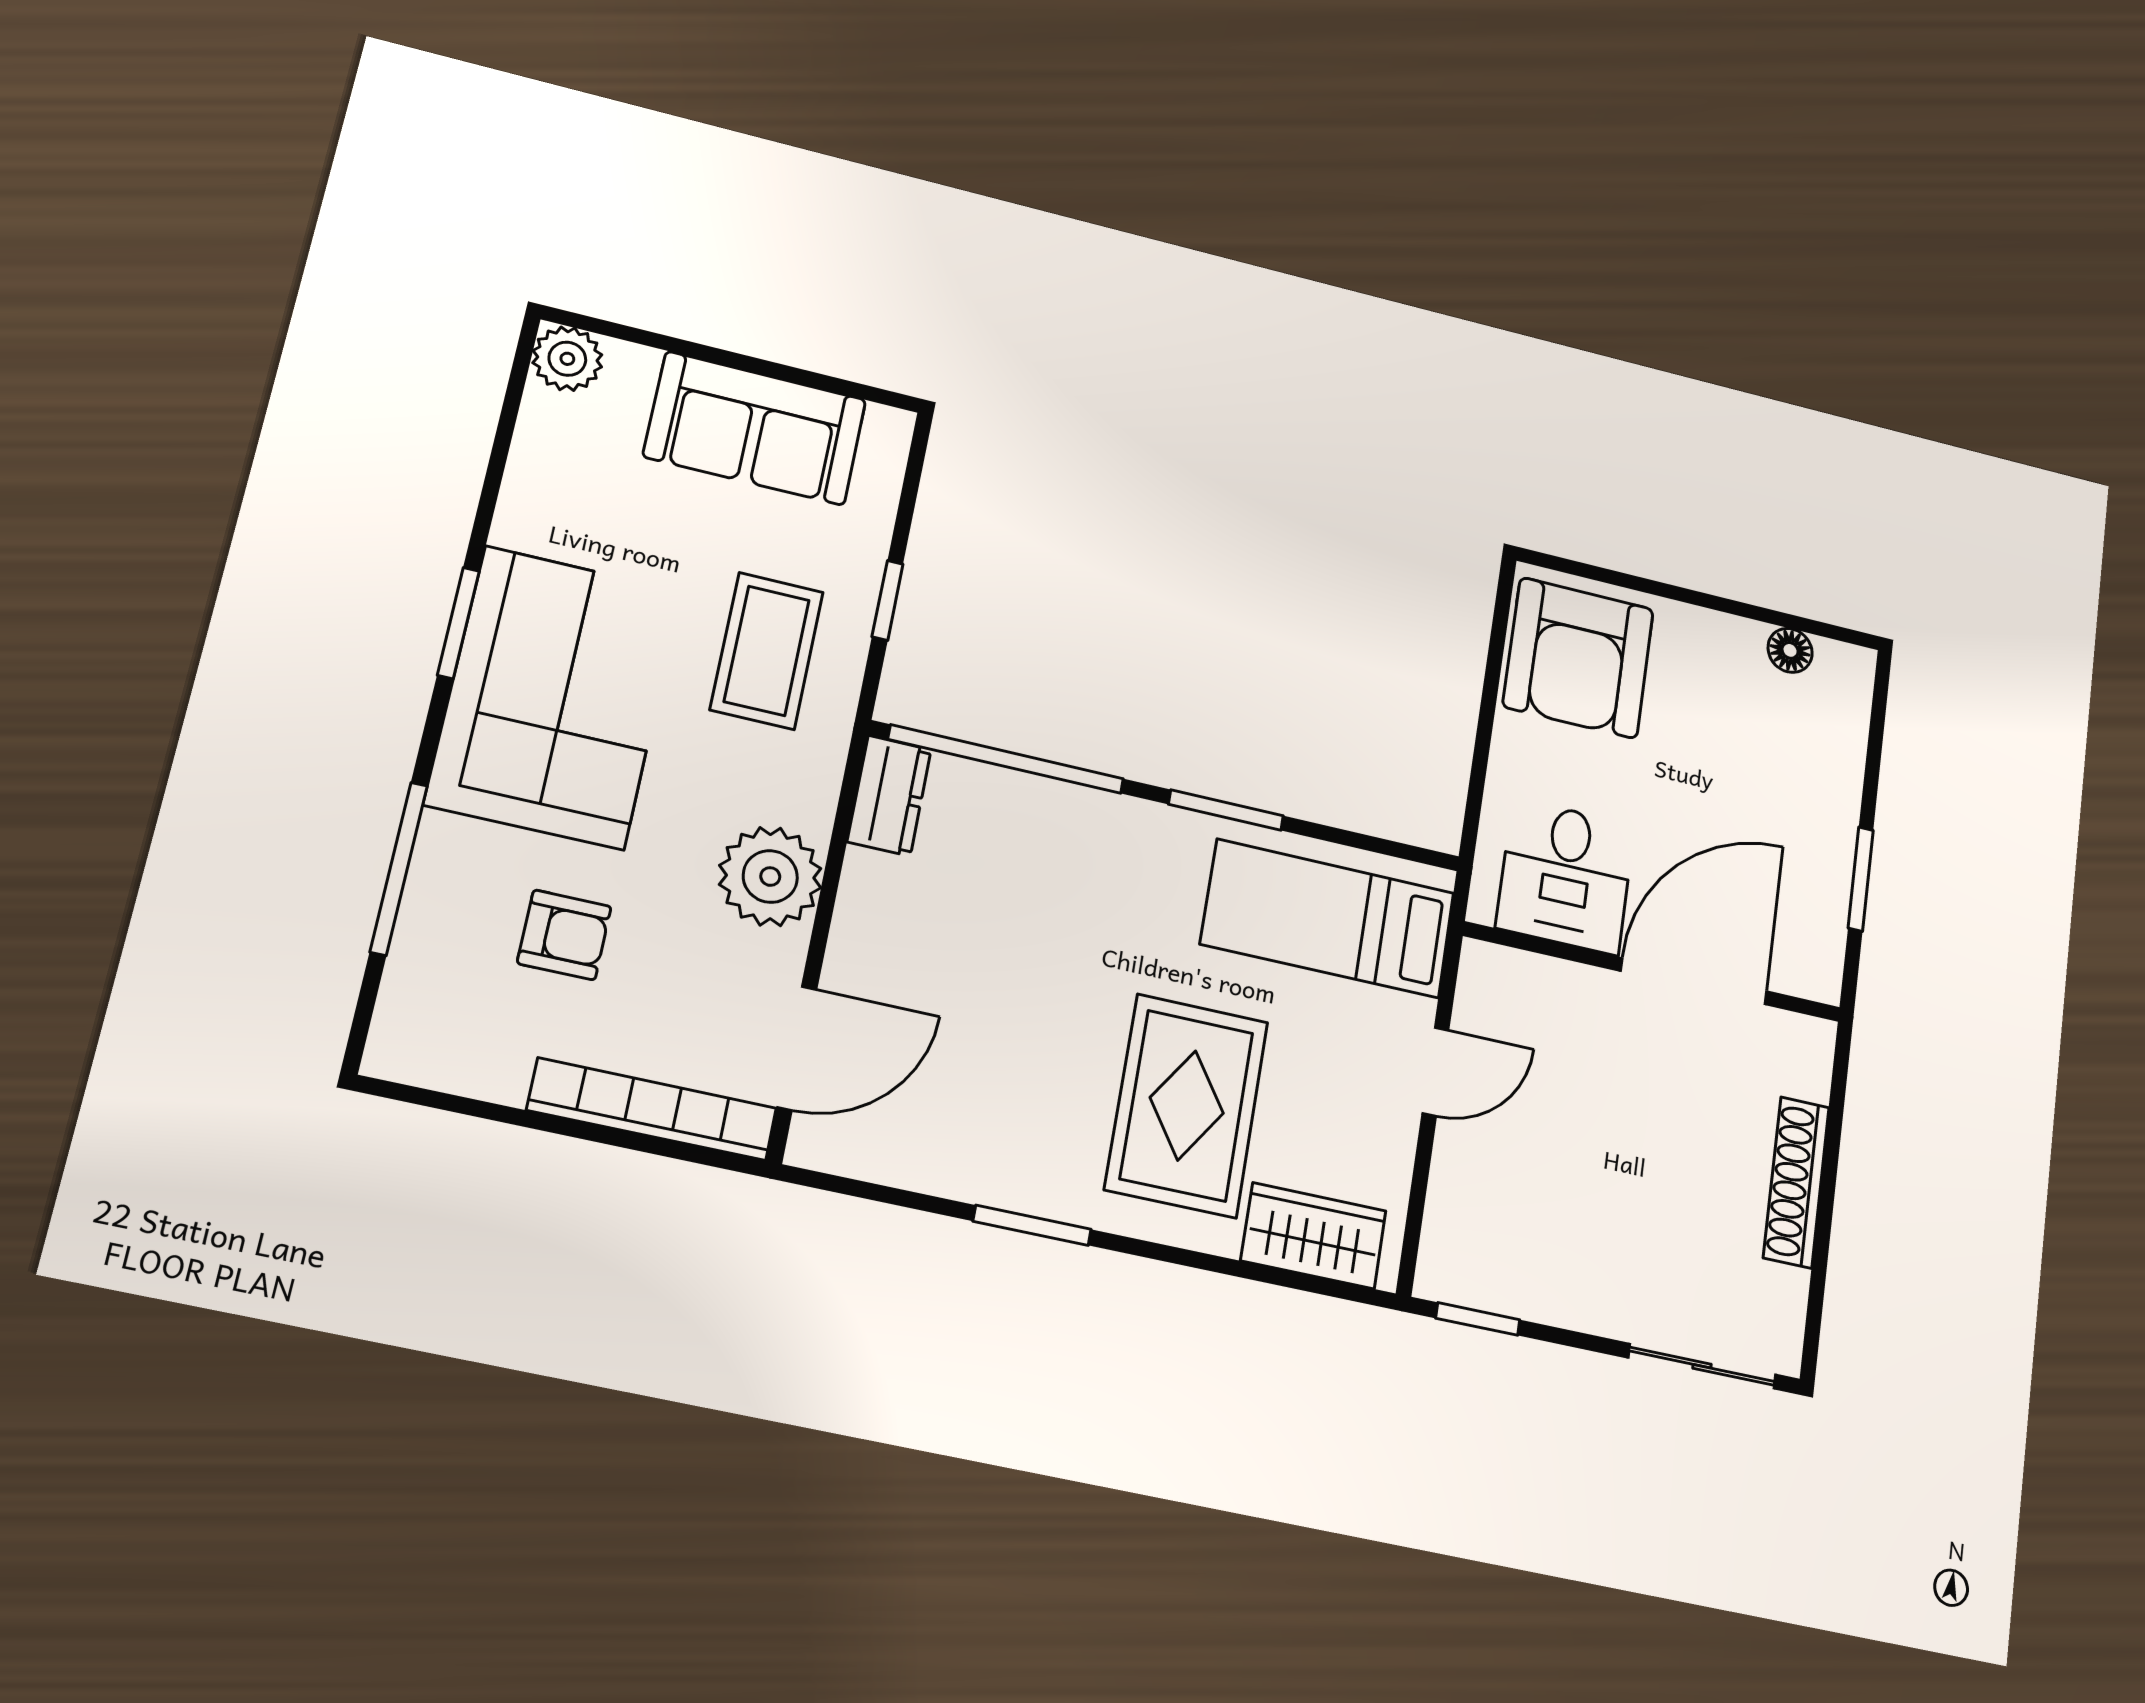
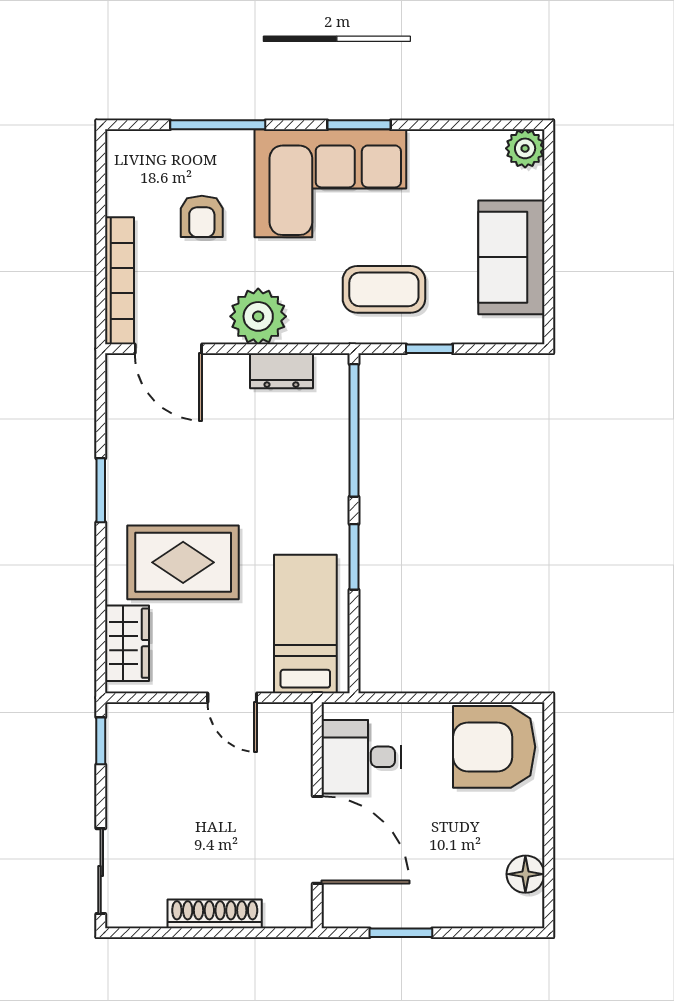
floor lamp: (1790, 650) -> (525, 874), width x1.37, depth x1.37
dresser: (889, 796) -> (281, 371), moved

